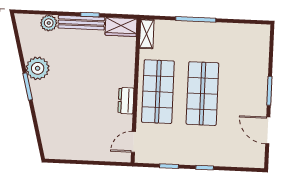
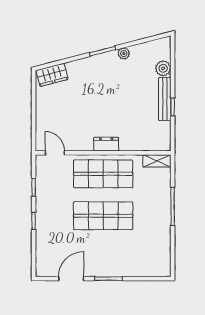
wardrobe: (121, 27) -> (52, 75), moved, turned -104
plant: (38, 68) -> (124, 54), width x0.53, depth x0.53
dresser: (126, 101) -> (106, 144), moved

